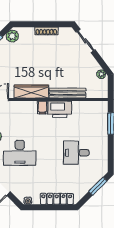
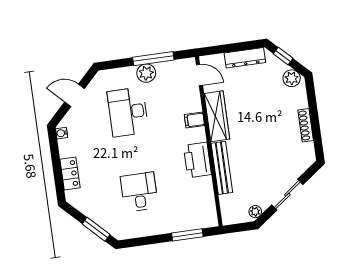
sliding door: (86, 41) -> (287, 195), moved
filing cabinet: (42, 107) -> (194, 120), moved
locker: (57, 199) -> (70, 174), width x0.66

